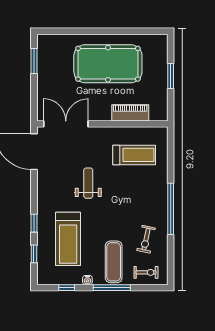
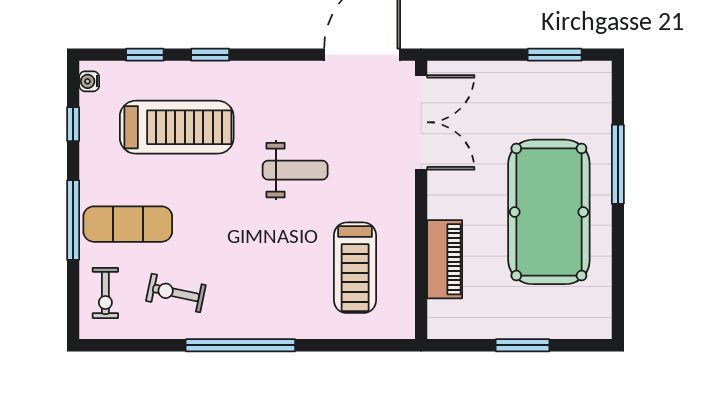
window: (85, 31) -> (618, 164), added
treadmill: (68, 239) -> (177, 127), turned 180
water cooler: (87, 280) -> (89, 81), moved

